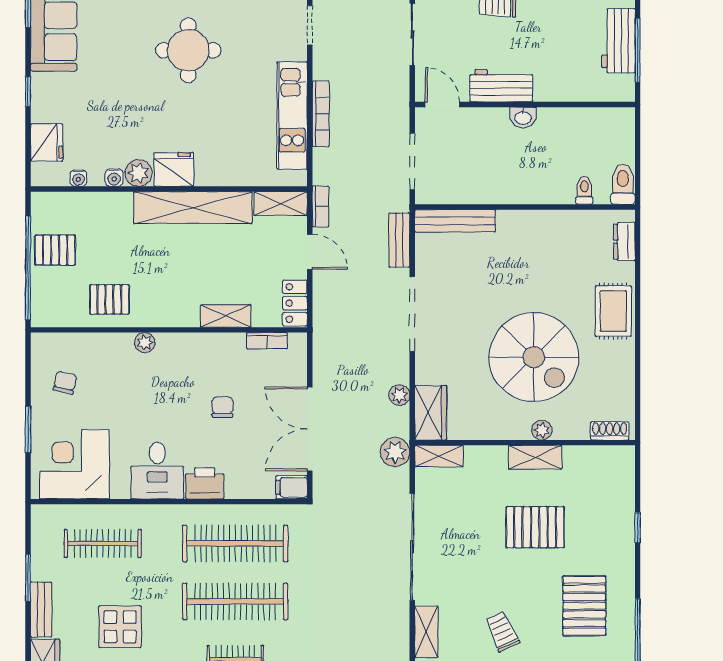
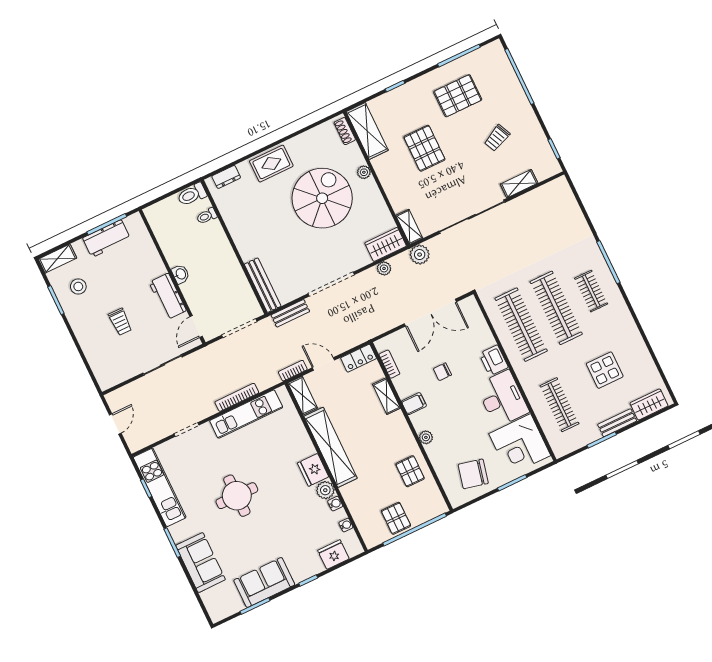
door: (310, 252) -> (323, 364), hinge flipped
chair: (65, 383) -> (473, 474), width x1.87, depth x1.87
shelving: (535, 457) -> (367, 131), moved, width x1.50, depth x1.33
desk: (157, 471) -> (502, 399), width x1.37
filing cabinet: (292, 487) -> (414, 404), moved, turned -90

